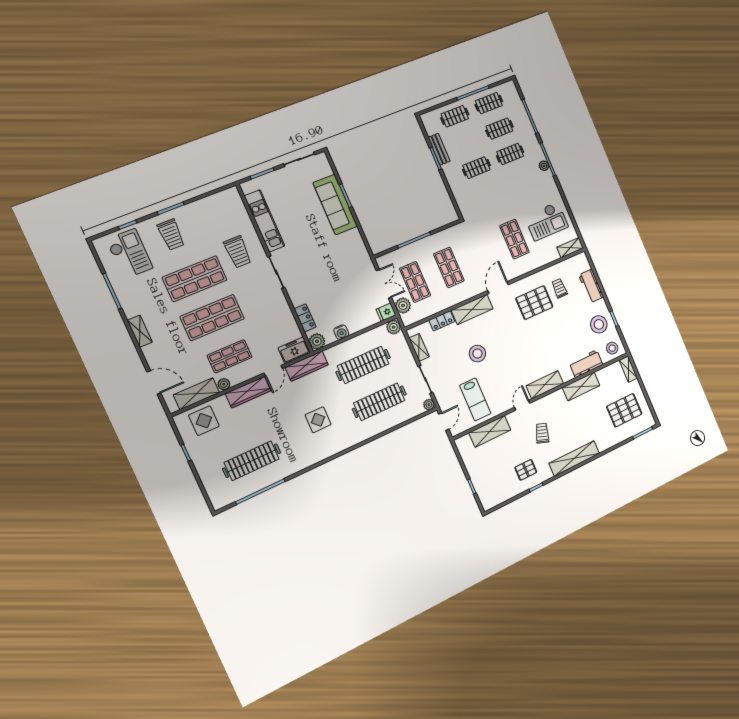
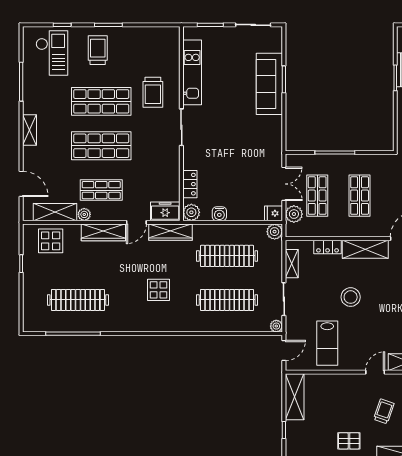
trolley: (171, 235) -> (98, 50), turned 180
shelving: (490, 431) -> (295, 397), moved, turned 90

